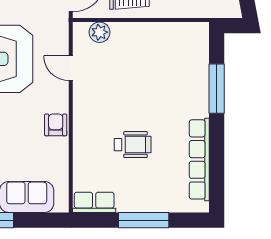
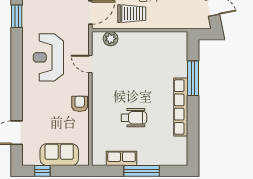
row of seats: (199, 159) -> (181, 107), moved
row of seats: (94, 202) -> (121, 158), moved

